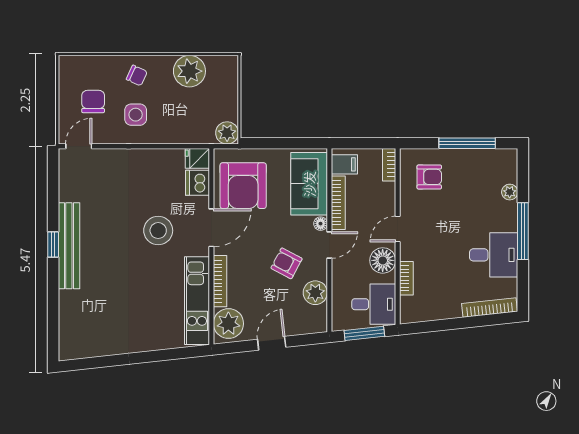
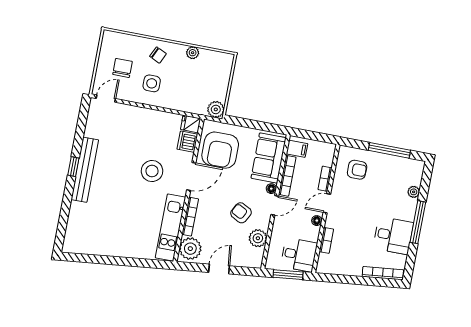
plant: (189, 71) -> (193, 53), width x0.53, depth x0.53
bookcase: (389, 165) -> (325, 179), moved
floor lamp: (383, 260) -> (317, 221), width x0.53, depth x0.53

